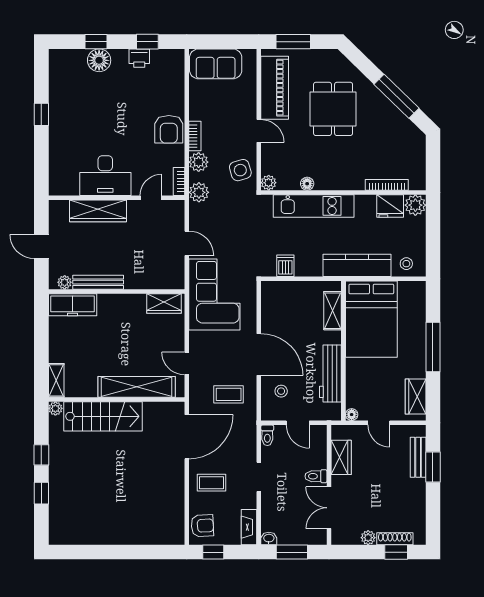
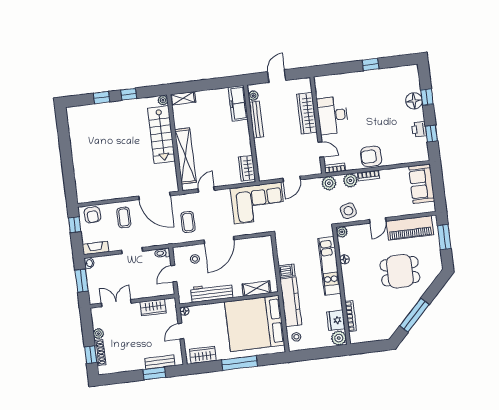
dishwasher: (285, 266) -> (287, 271), moved
bed: (371, 319) -> (255, 323), width x1.36
toilet: (316, 476) -> (138, 291), removed

